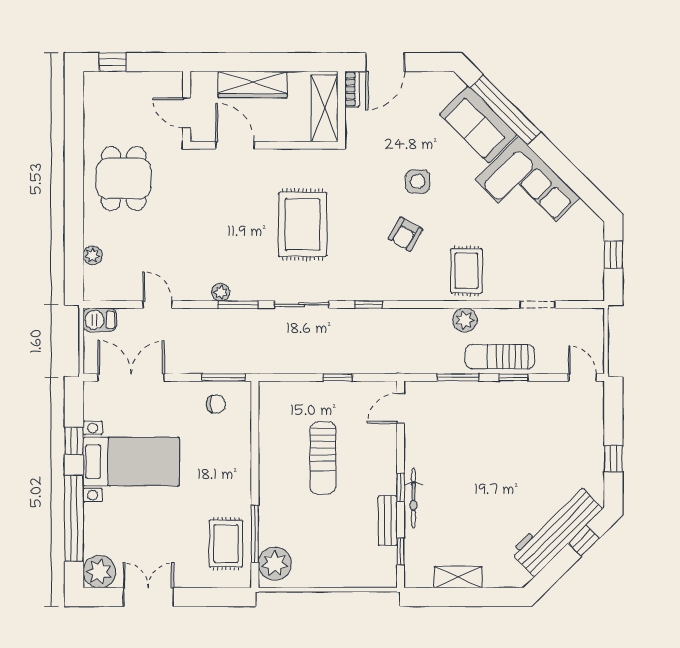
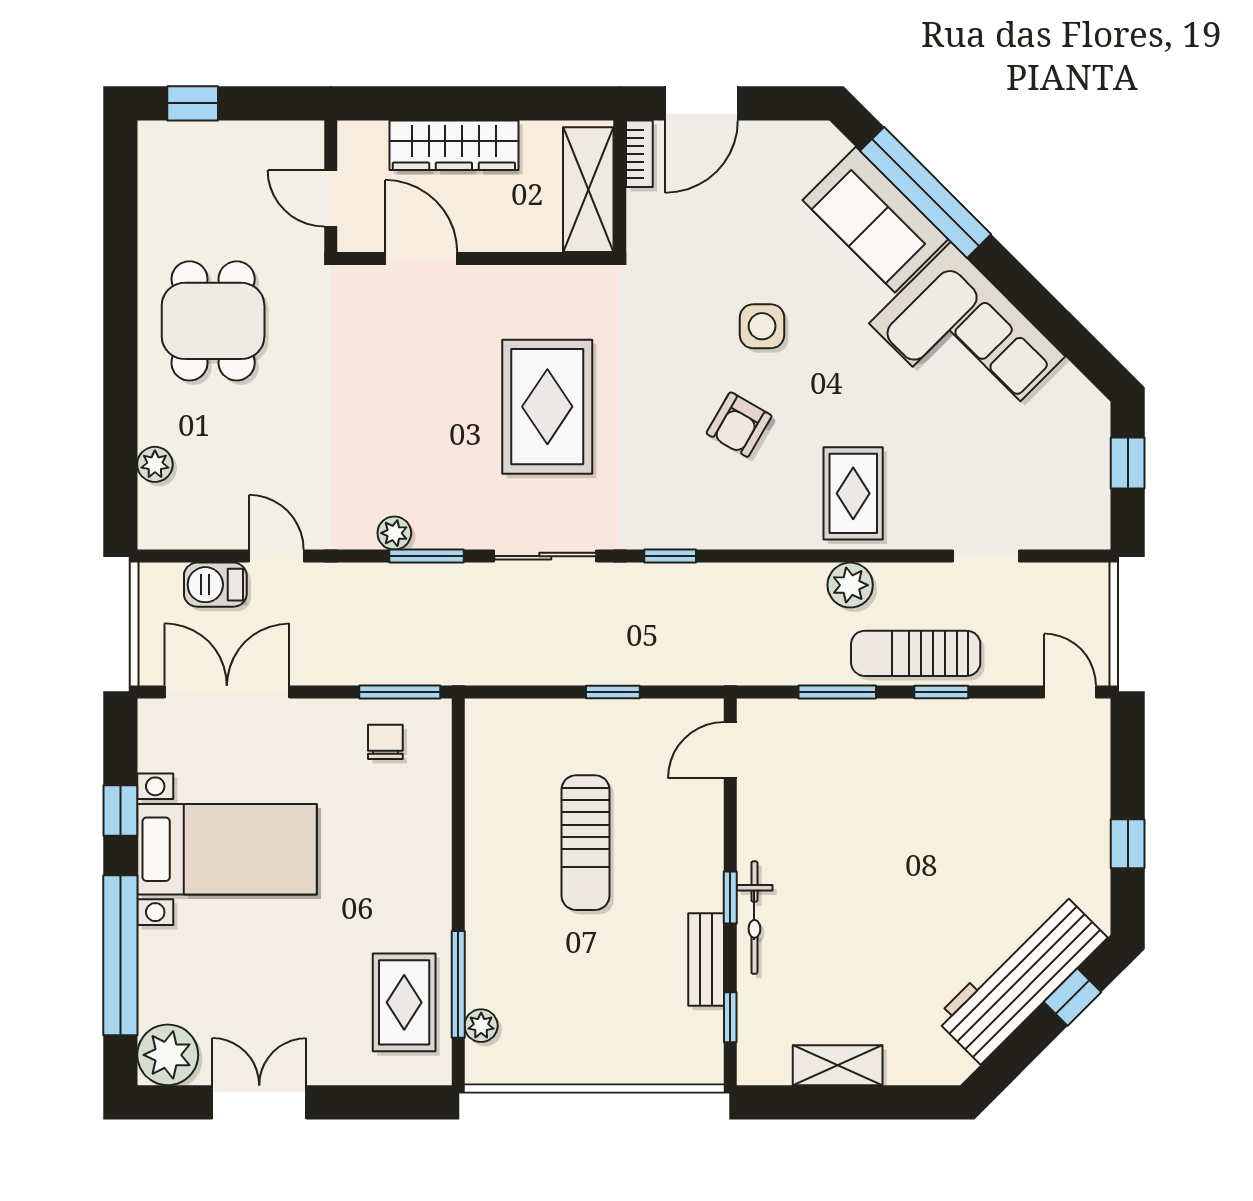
barbecue: (100, 320) -> (215, 585), moved
chair: (216, 404) -> (385, 742), turned -90
plant: (275, 564) -> (481, 1026), width x0.53, depth x0.53

